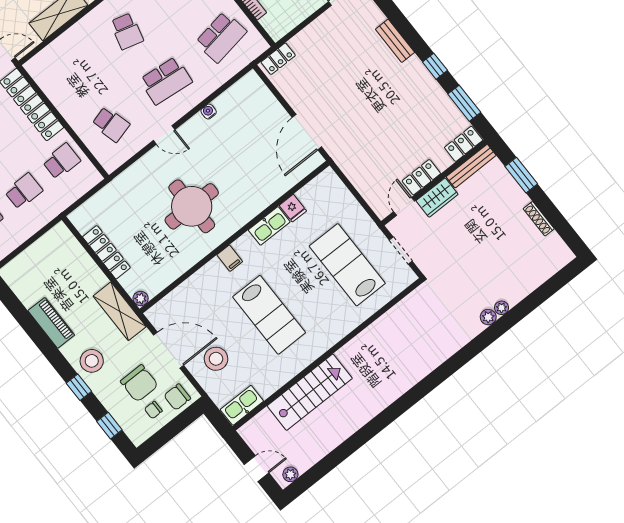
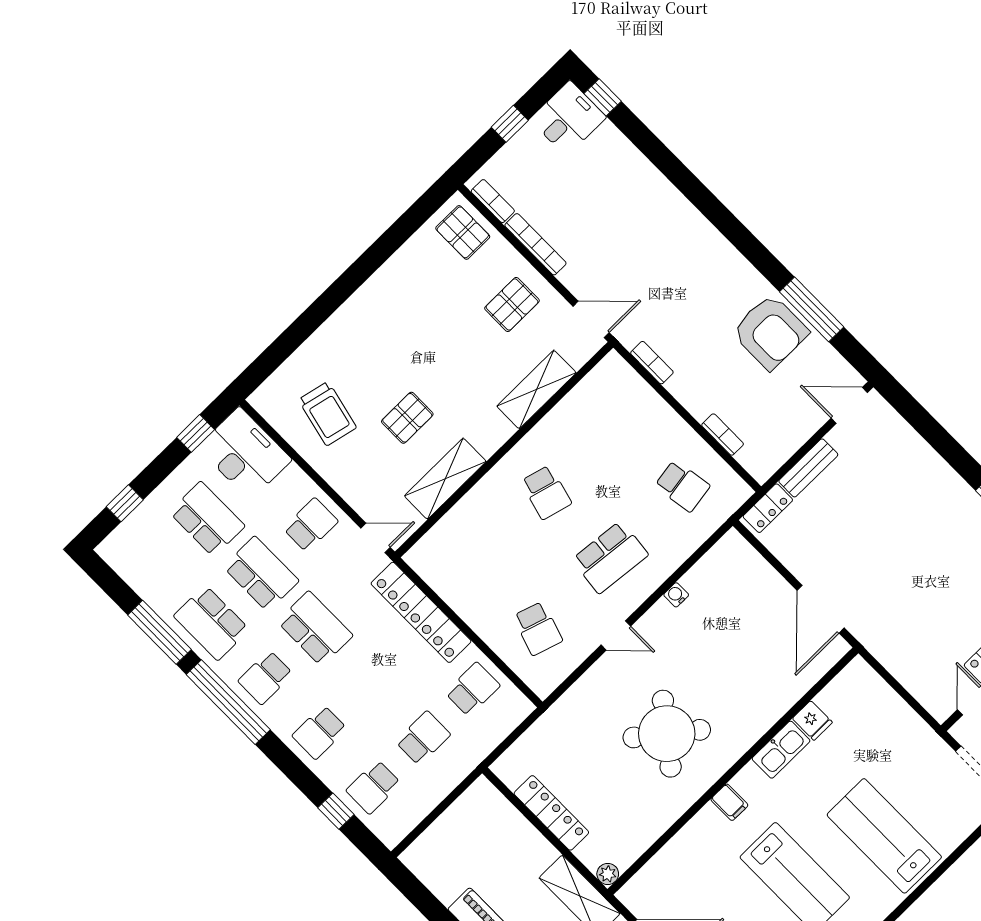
school desk: (221, 37) -> (682, 486), width x0.54
bench: (395, 41) -> (808, 468), moved, turned 90
school desk: (111, 124) -> (538, 628), turned 33
round table: (192, 206) -> (667, 734), turned 38
lab bench: (347, 265) -> (884, 836), moved

